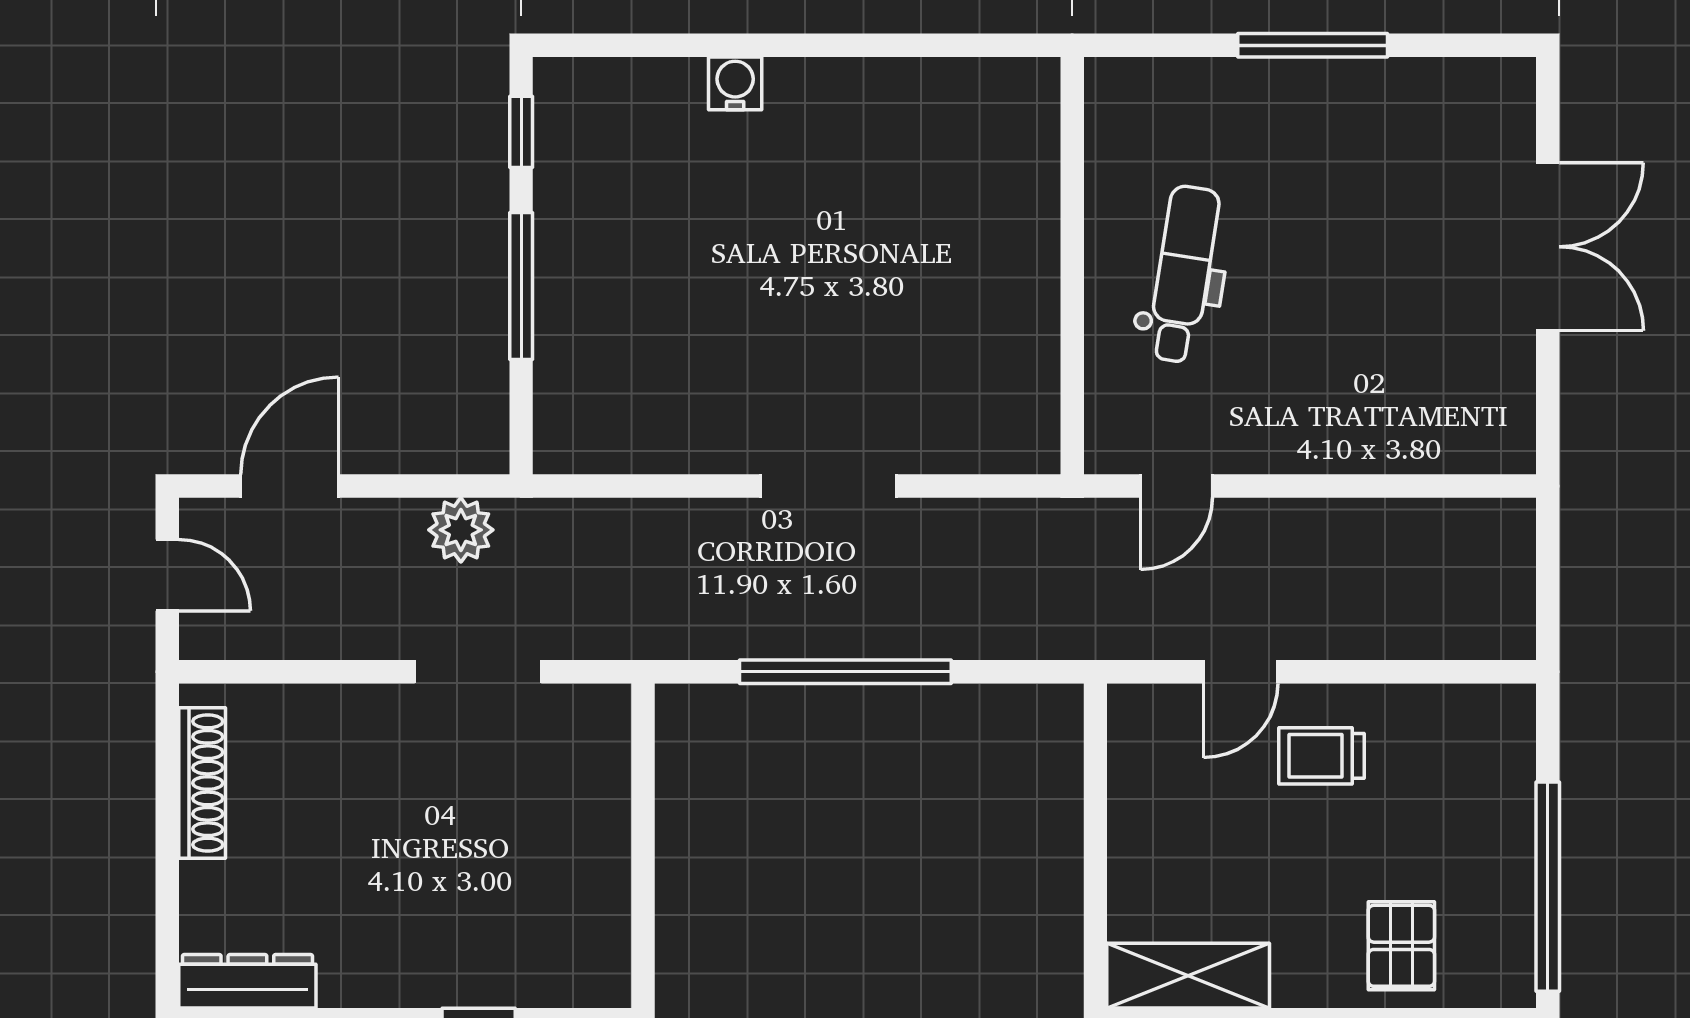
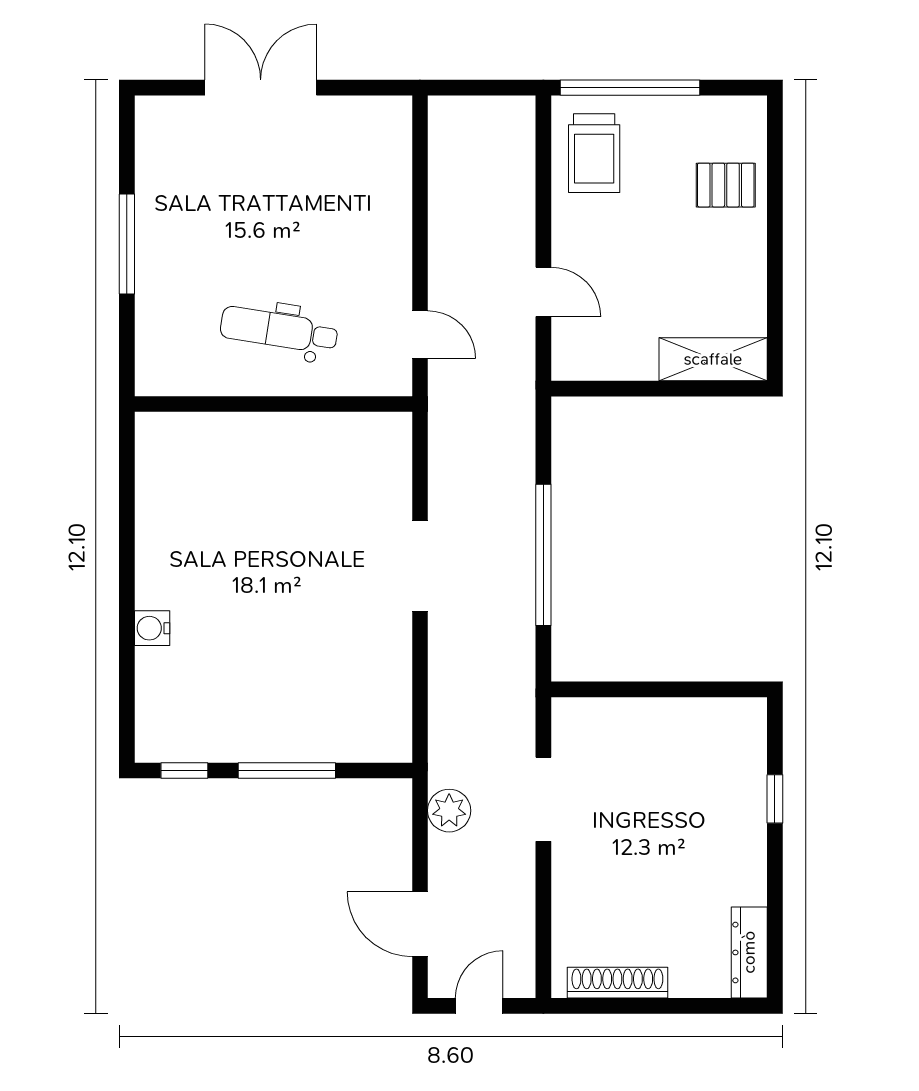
trolley: (1322, 756) -> (594, 153), moved, width x1.36, depth x1.39
window: (1548, 887) -> (630, 88), moved
shelving: (1188, 976) -> (713, 359), moved, turned 90

